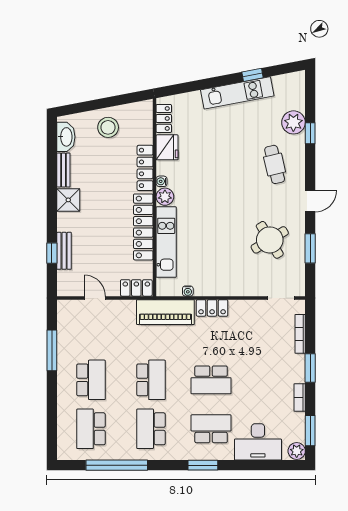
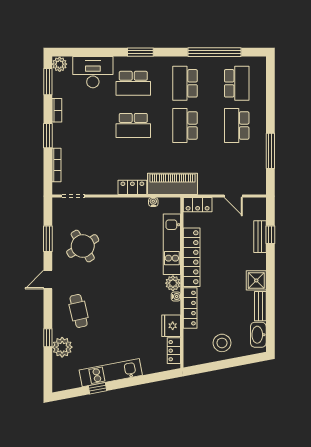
school desk: (211, 380) -> (133, 125), turned 180
school desk: (151, 429) -> (185, 83), turned 180

